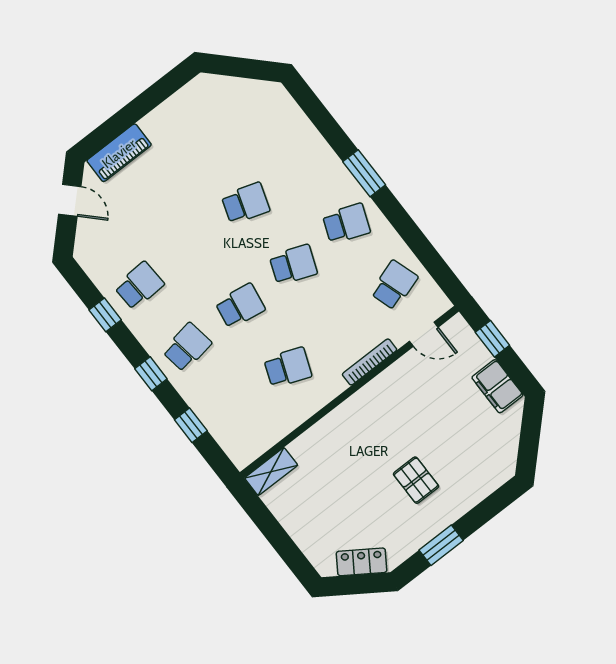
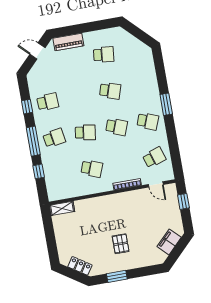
school desk: (198, 142) -> (104, 55), added
door: (70, 200) -> (37, 51), swing flipped
window: (151, 374) -> (33, 141), width x2.17
filing cabinet: (497, 386) -> (169, 242), moved, turned 45

